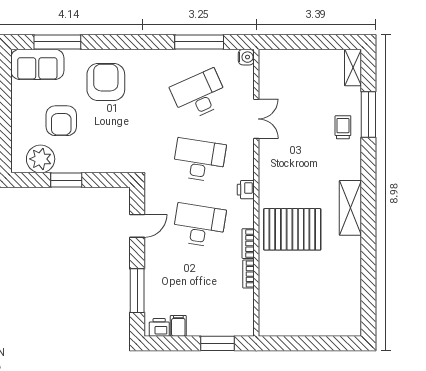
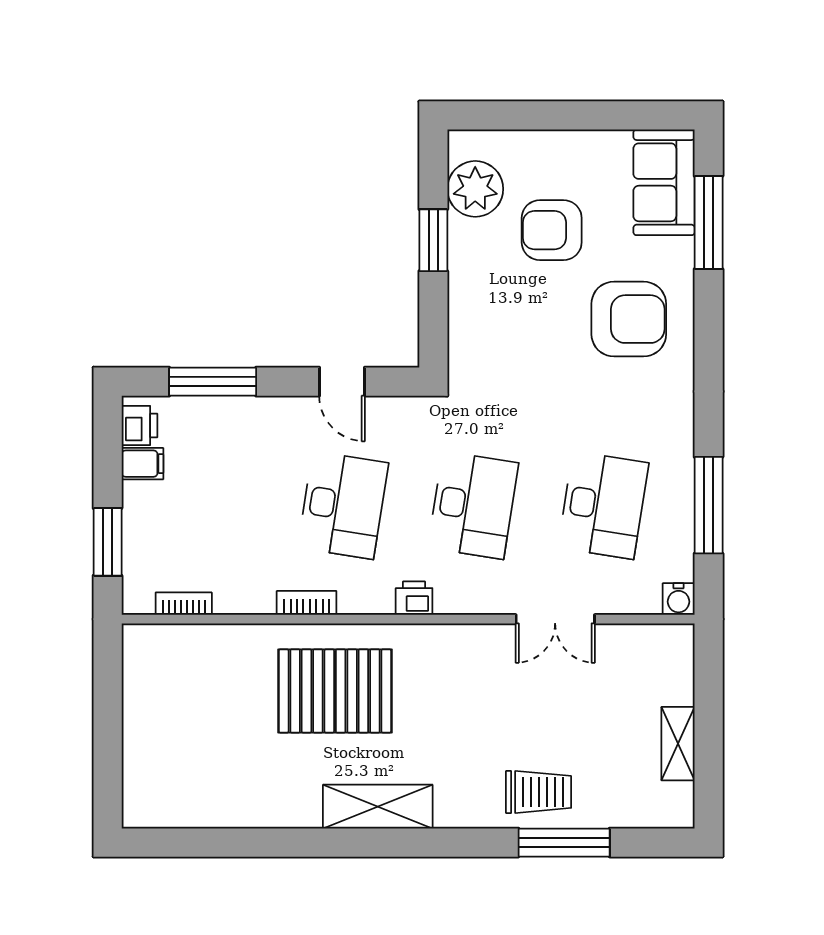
shelving: (353, 67) -> (678, 744), moved, turned 90
desk: (199, 95) -> (603, 505), turned 33
trolley: (343, 127) -> (539, 792), width x1.36, depth x1.39
pallet: (292, 229) -> (335, 691), turned 90
bookcase: (249, 274) -> (184, 604), moved

